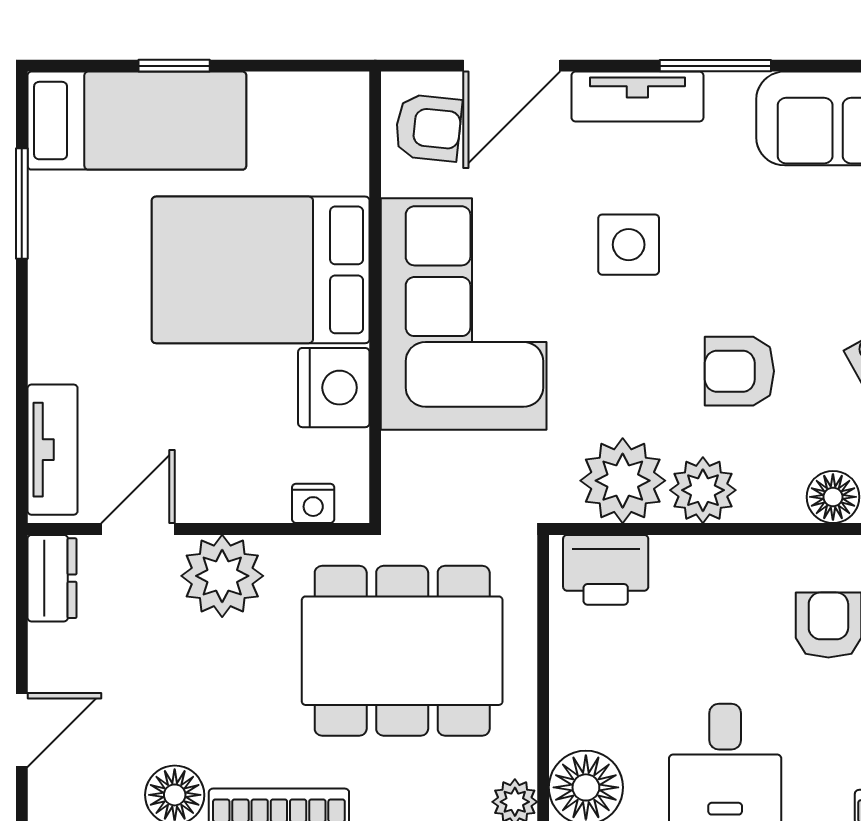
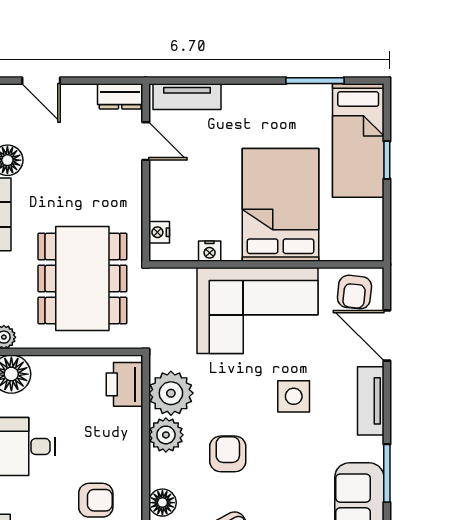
window: (715, 66) -> (387, 473), moved
nightstand: (334, 388) -> (210, 251), width x0.53, depth x0.56
plant: (222, 576) -> (121, 185), removed

